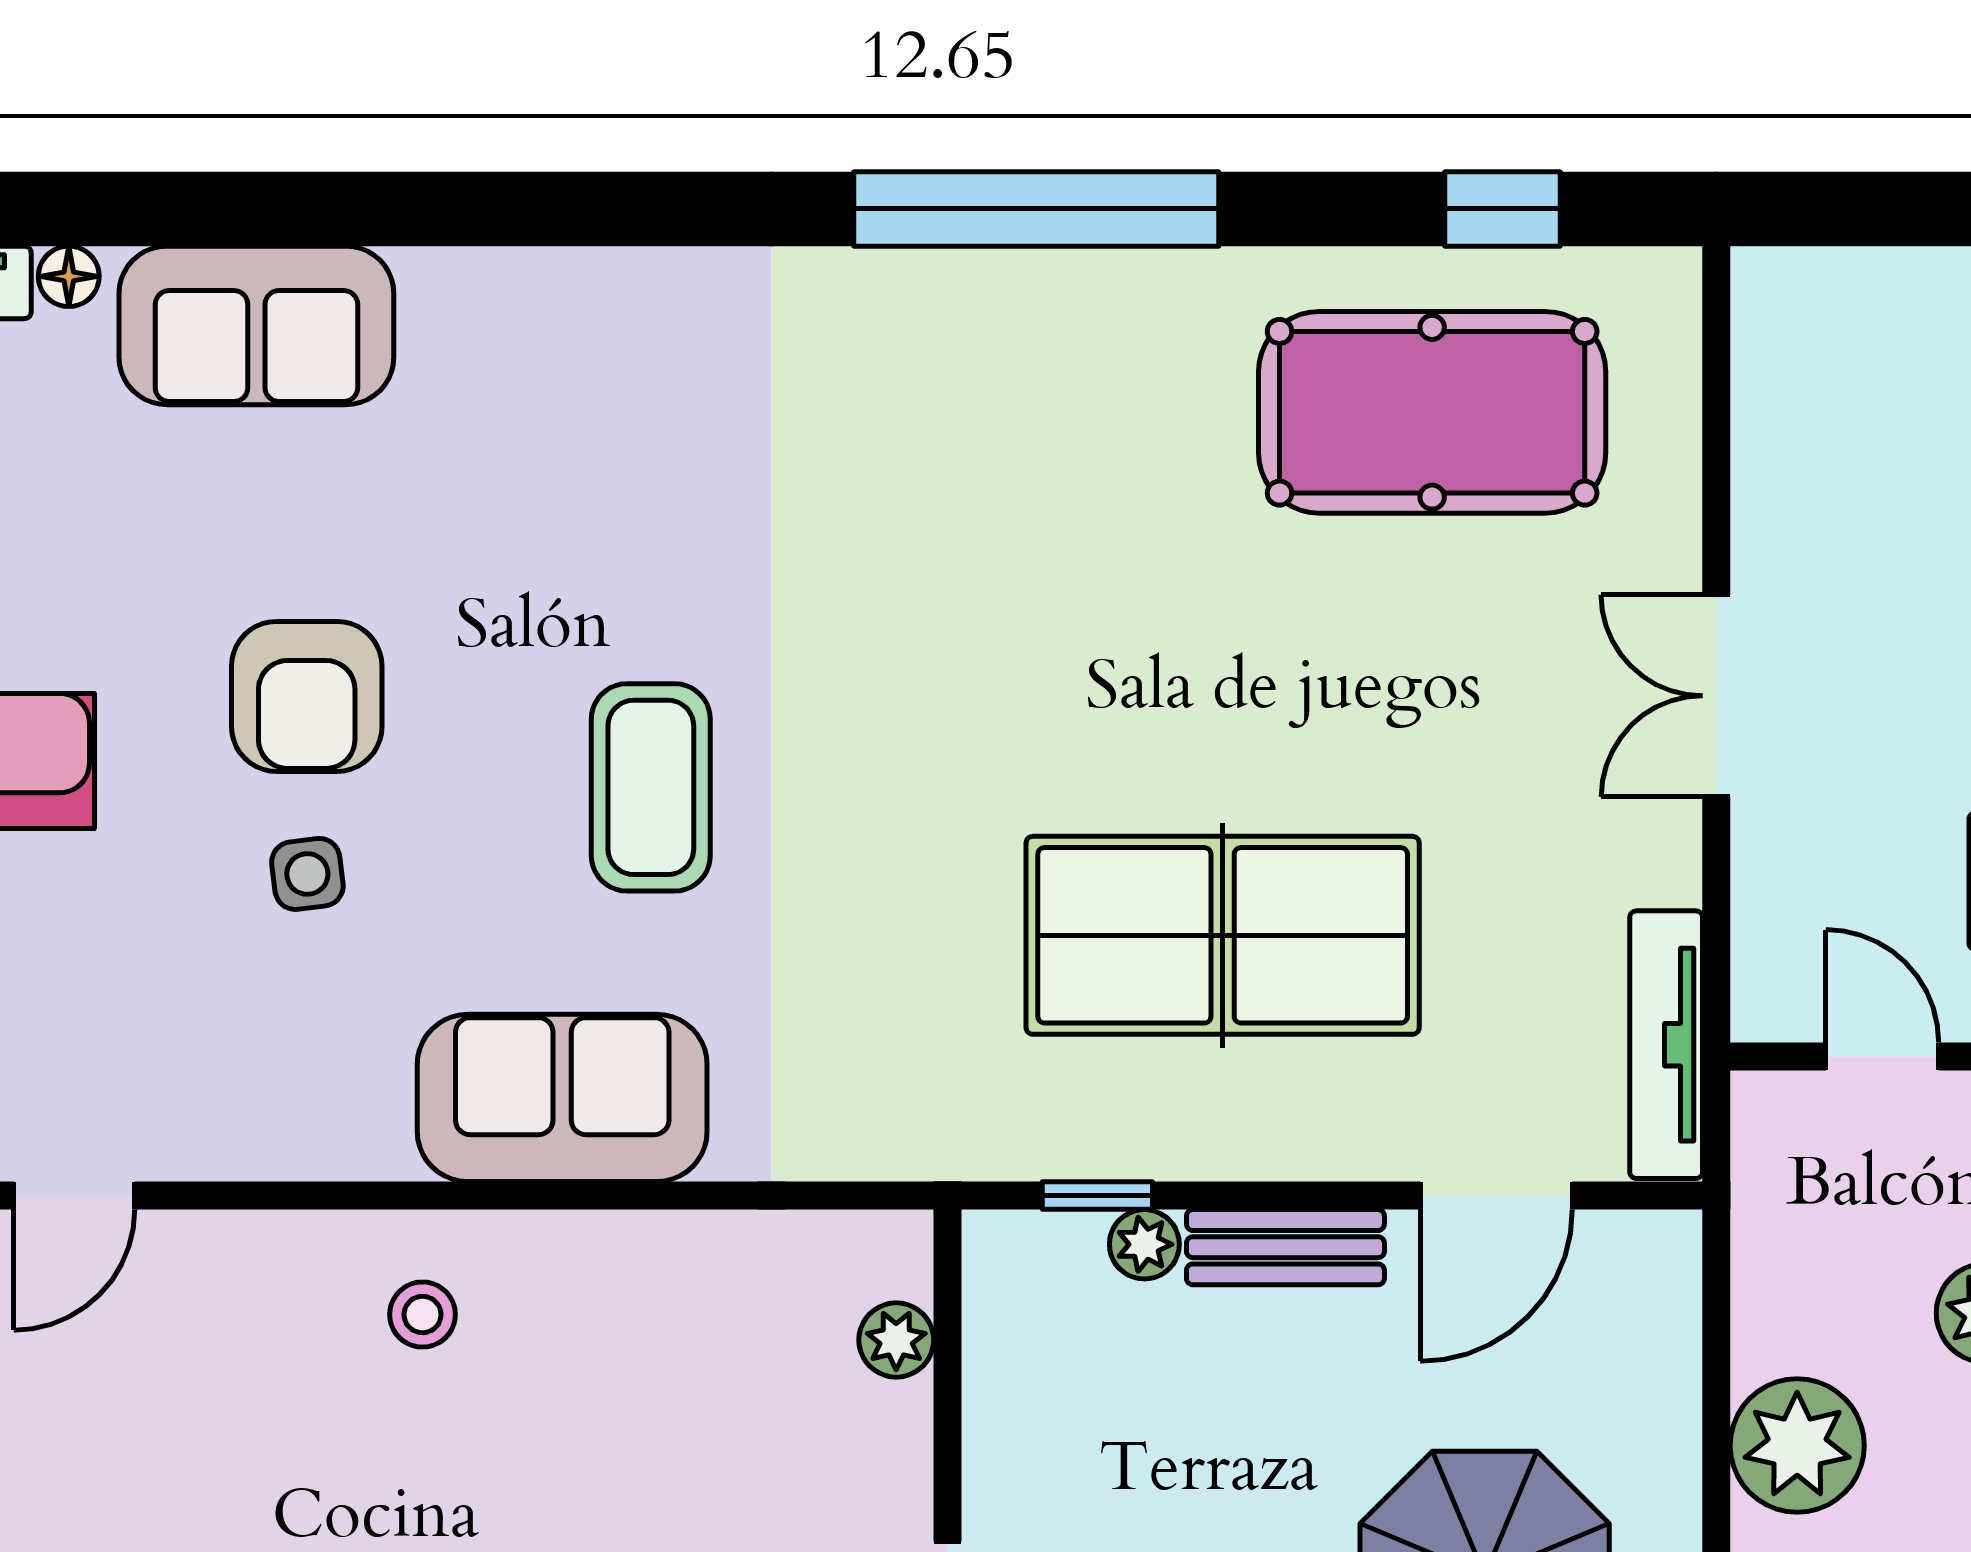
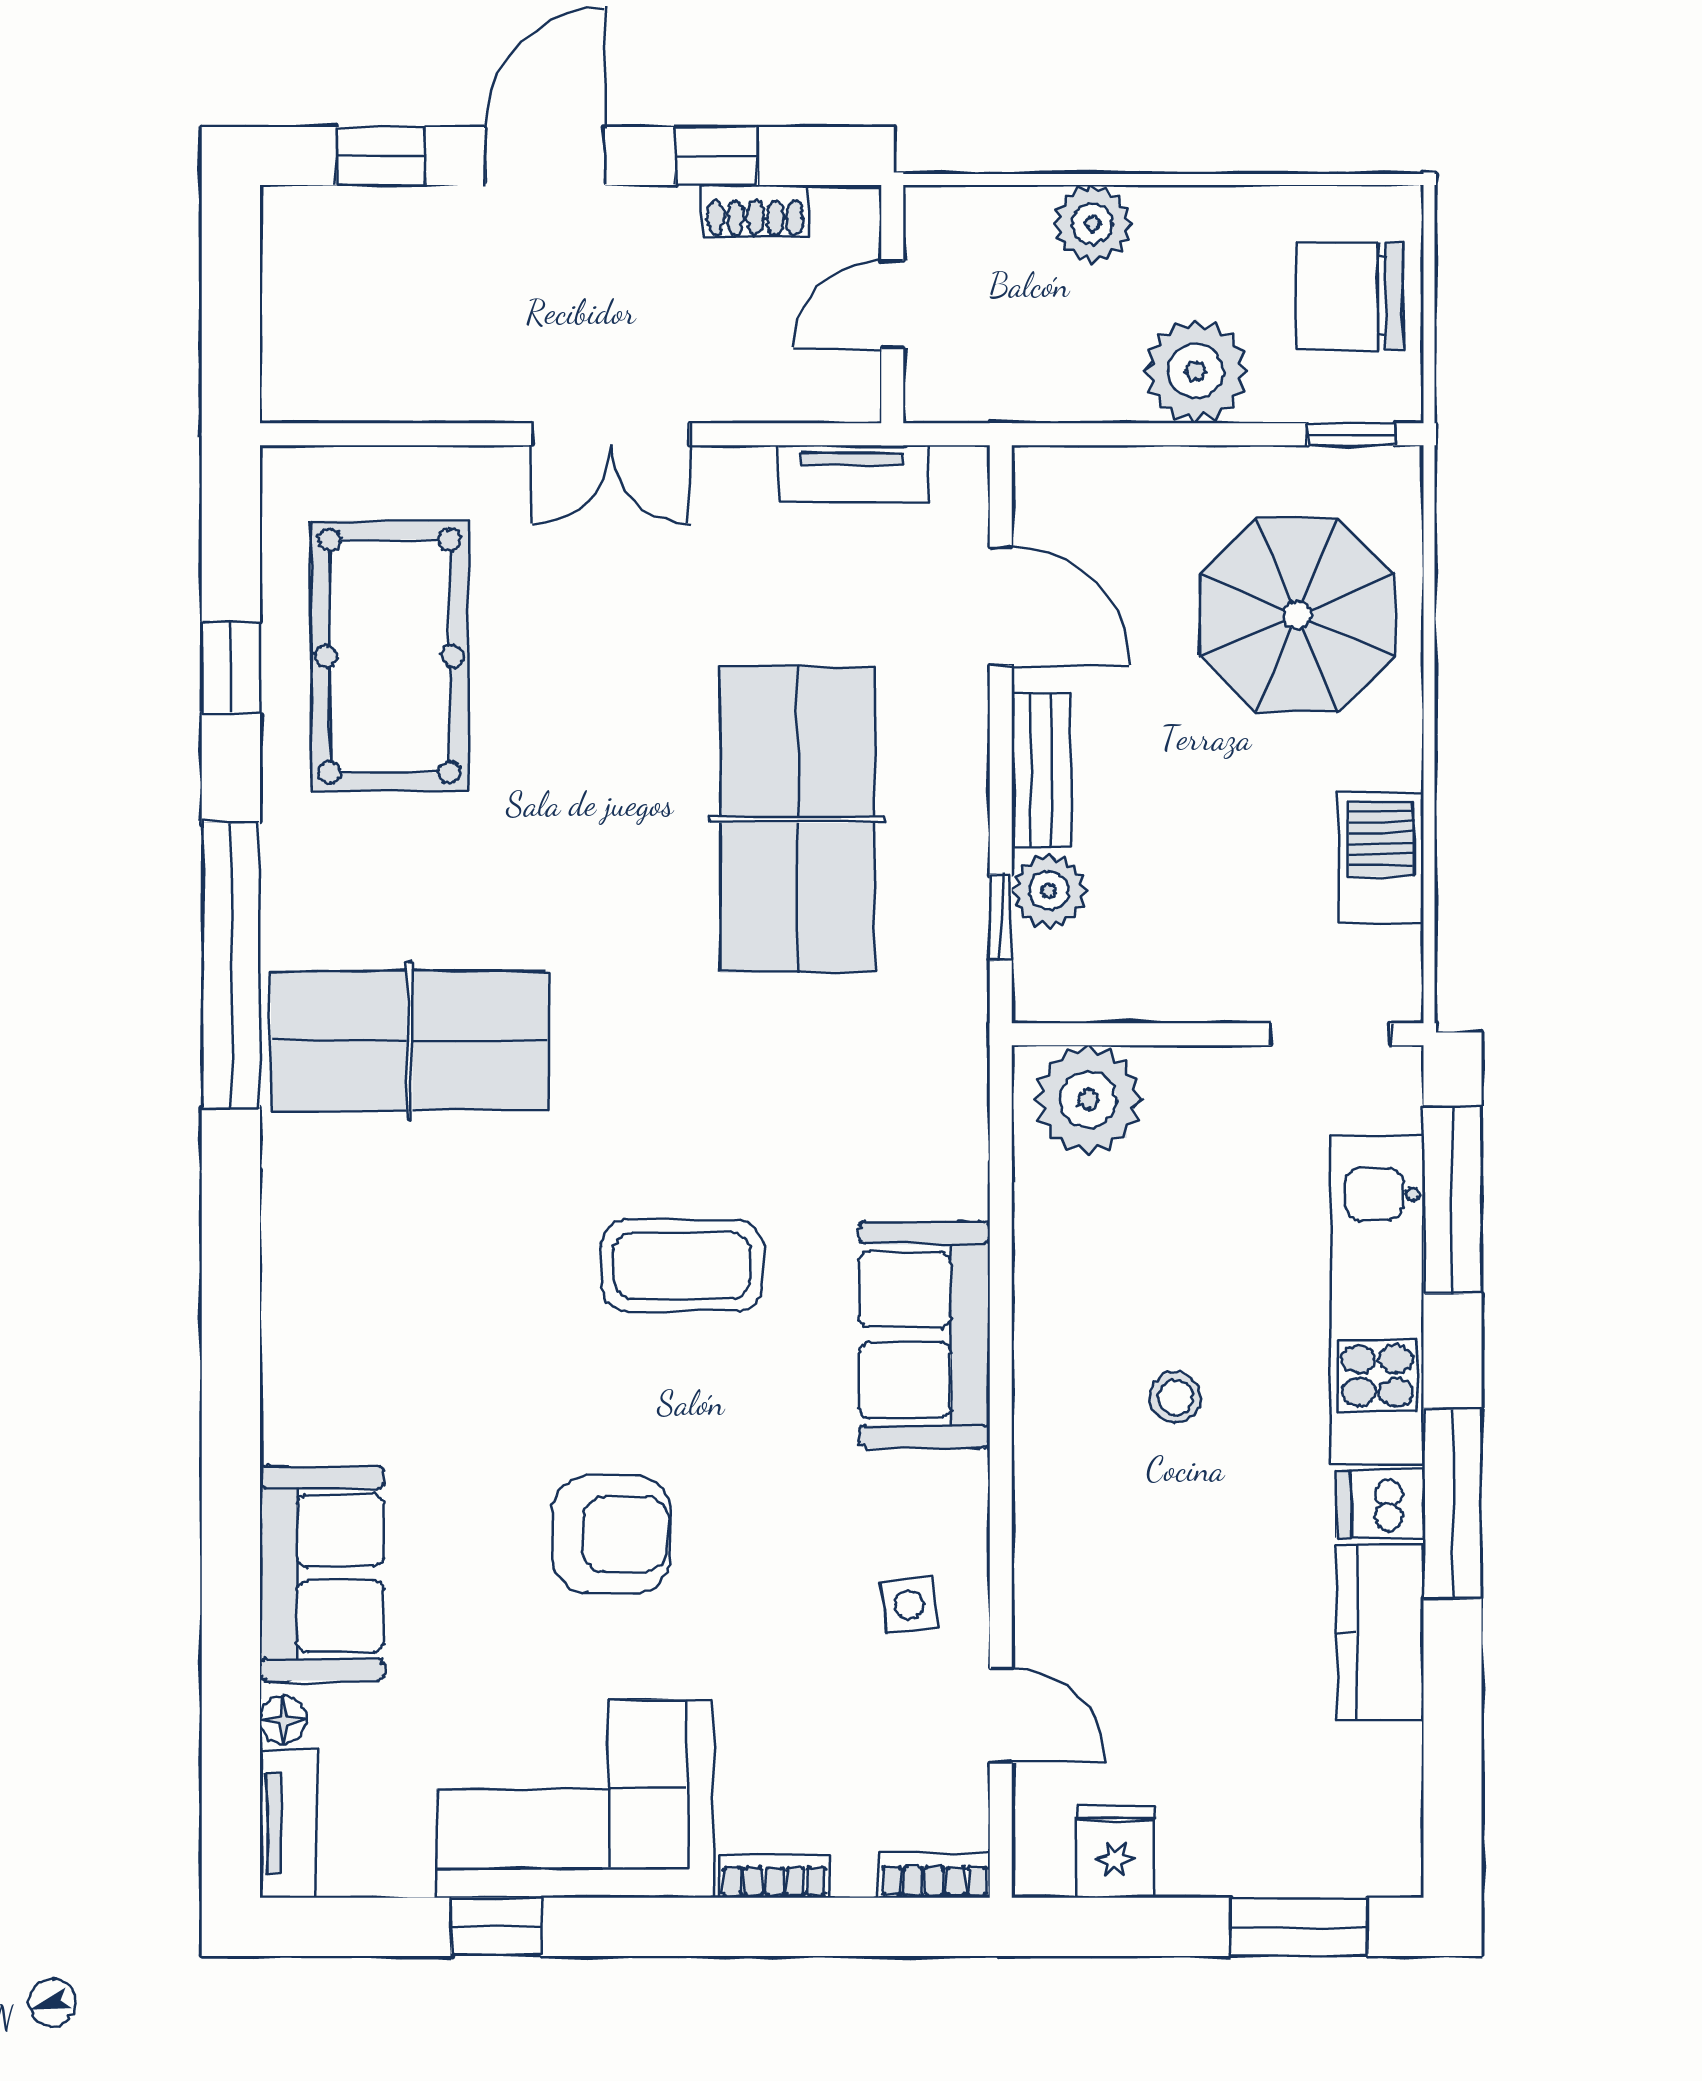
window: (1503, 209) -> (231, 668), moved
table tennis table: (939, 438) -> (410, 1041), added
side table: (307, 874) -> (909, 1605), moved
tv unit: (1666, 1045) -> (853, 473), width x0.71
plant: (1144, 1244) -> (1049, 891), width x1.38, depth x1.38
stool: (422, 1315) -> (1176, 1398), moved
plant: (896, 1340) -> (1088, 1100), width x1.87, depth x1.87

